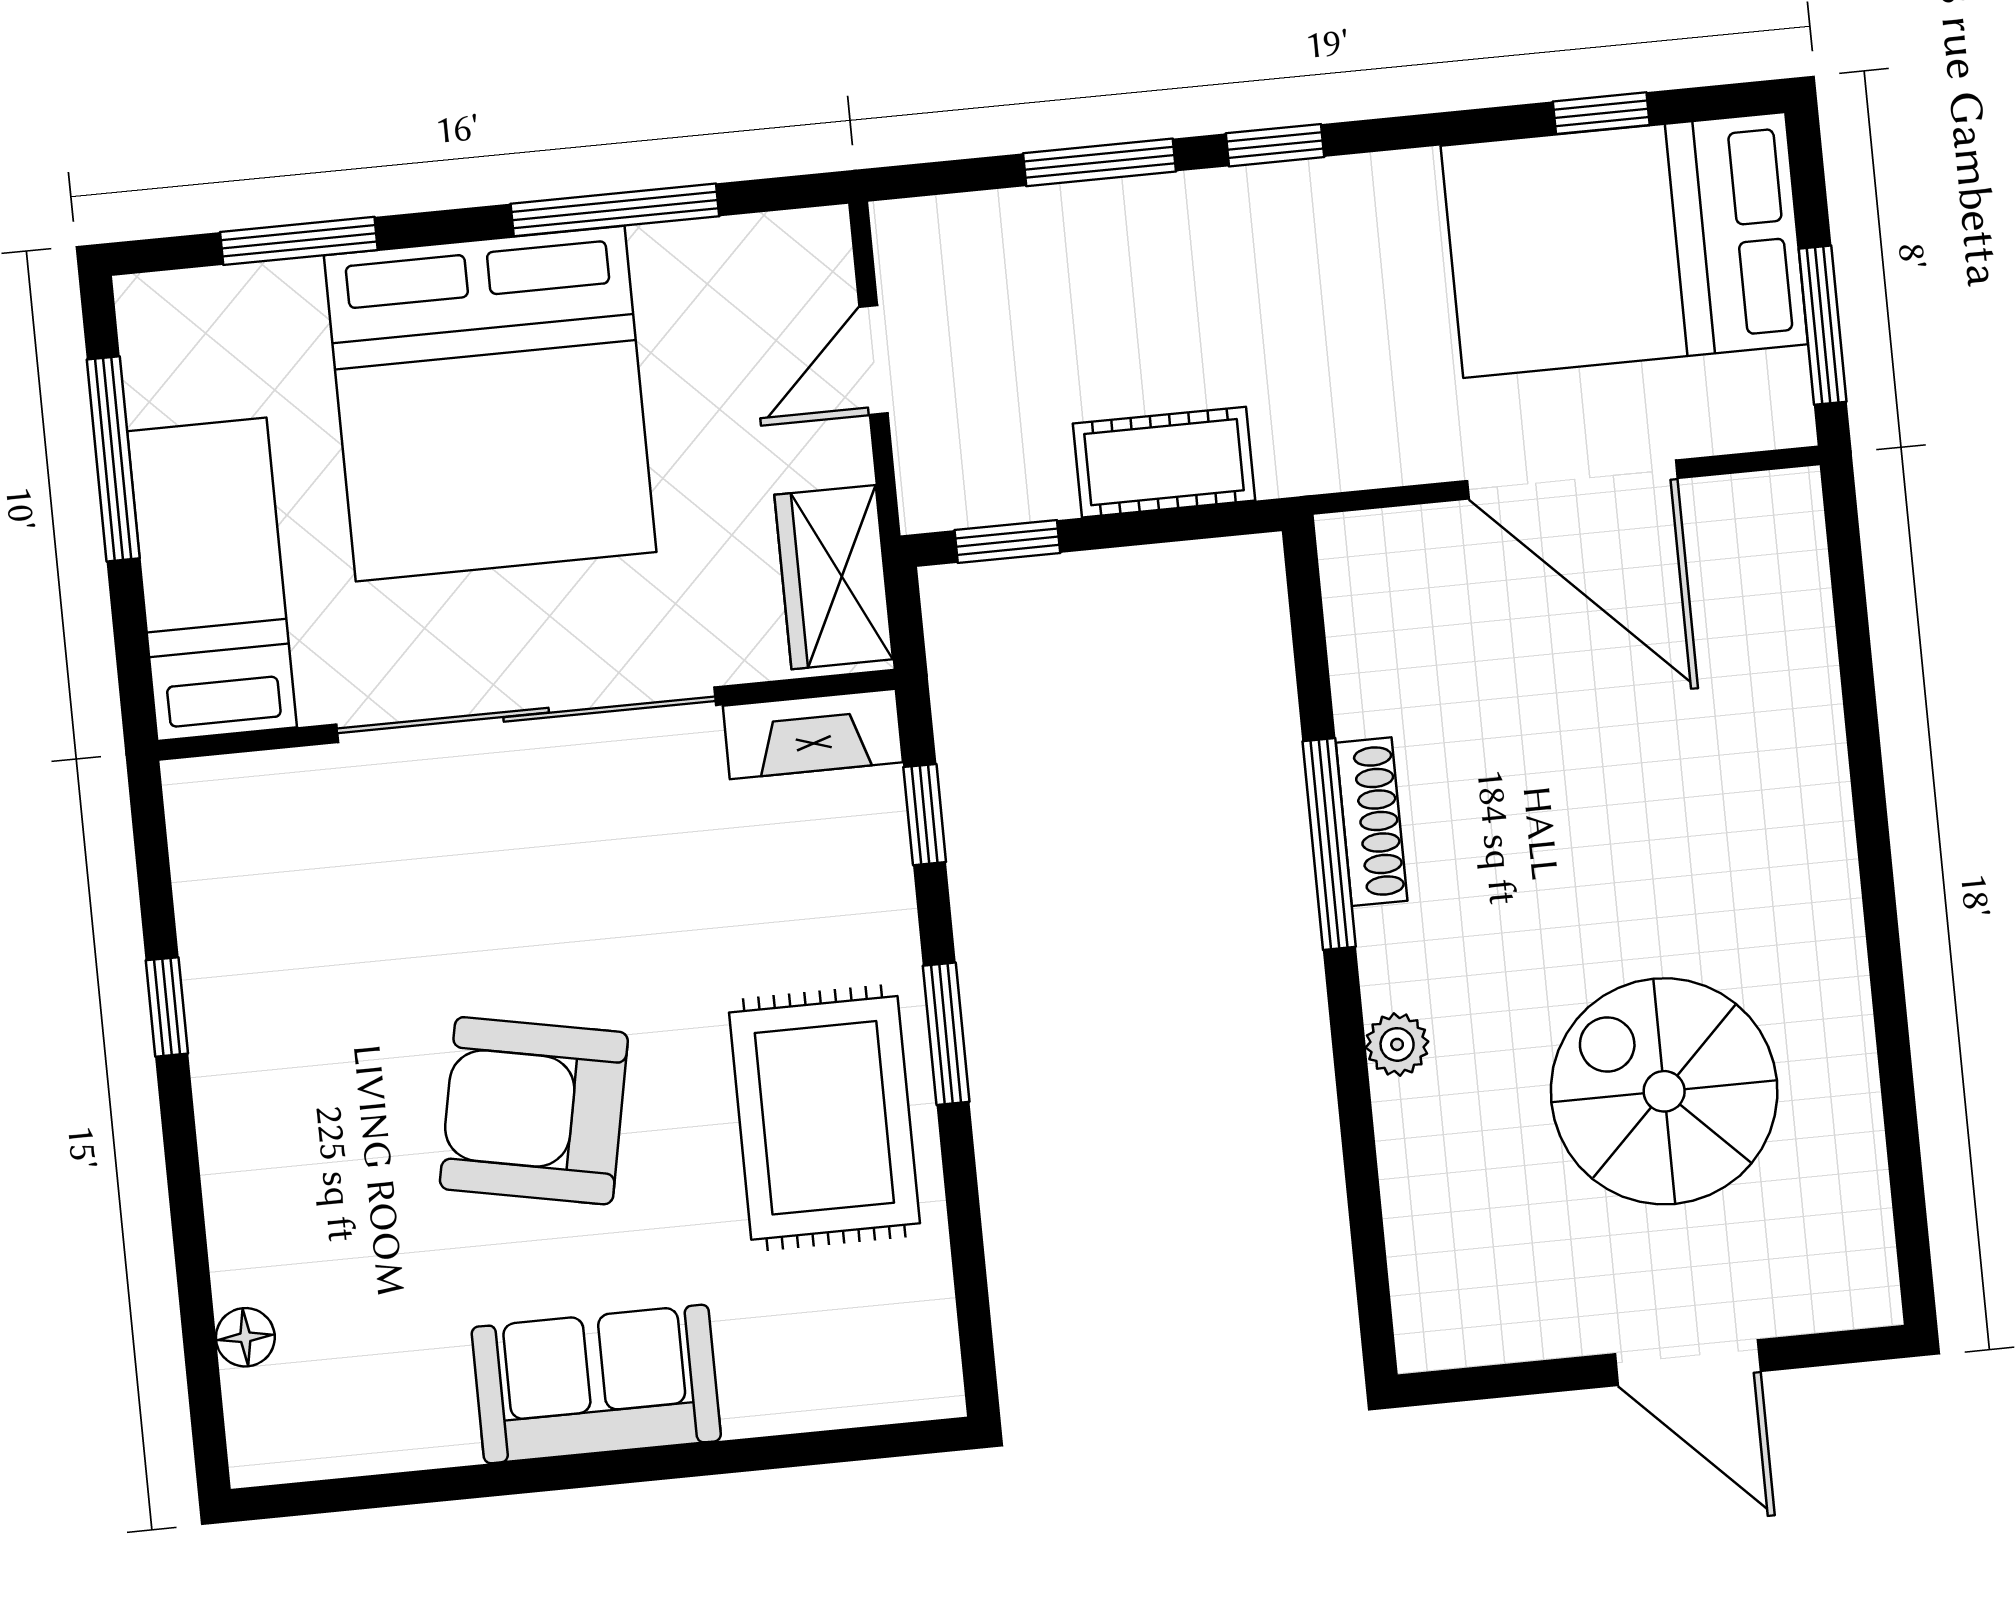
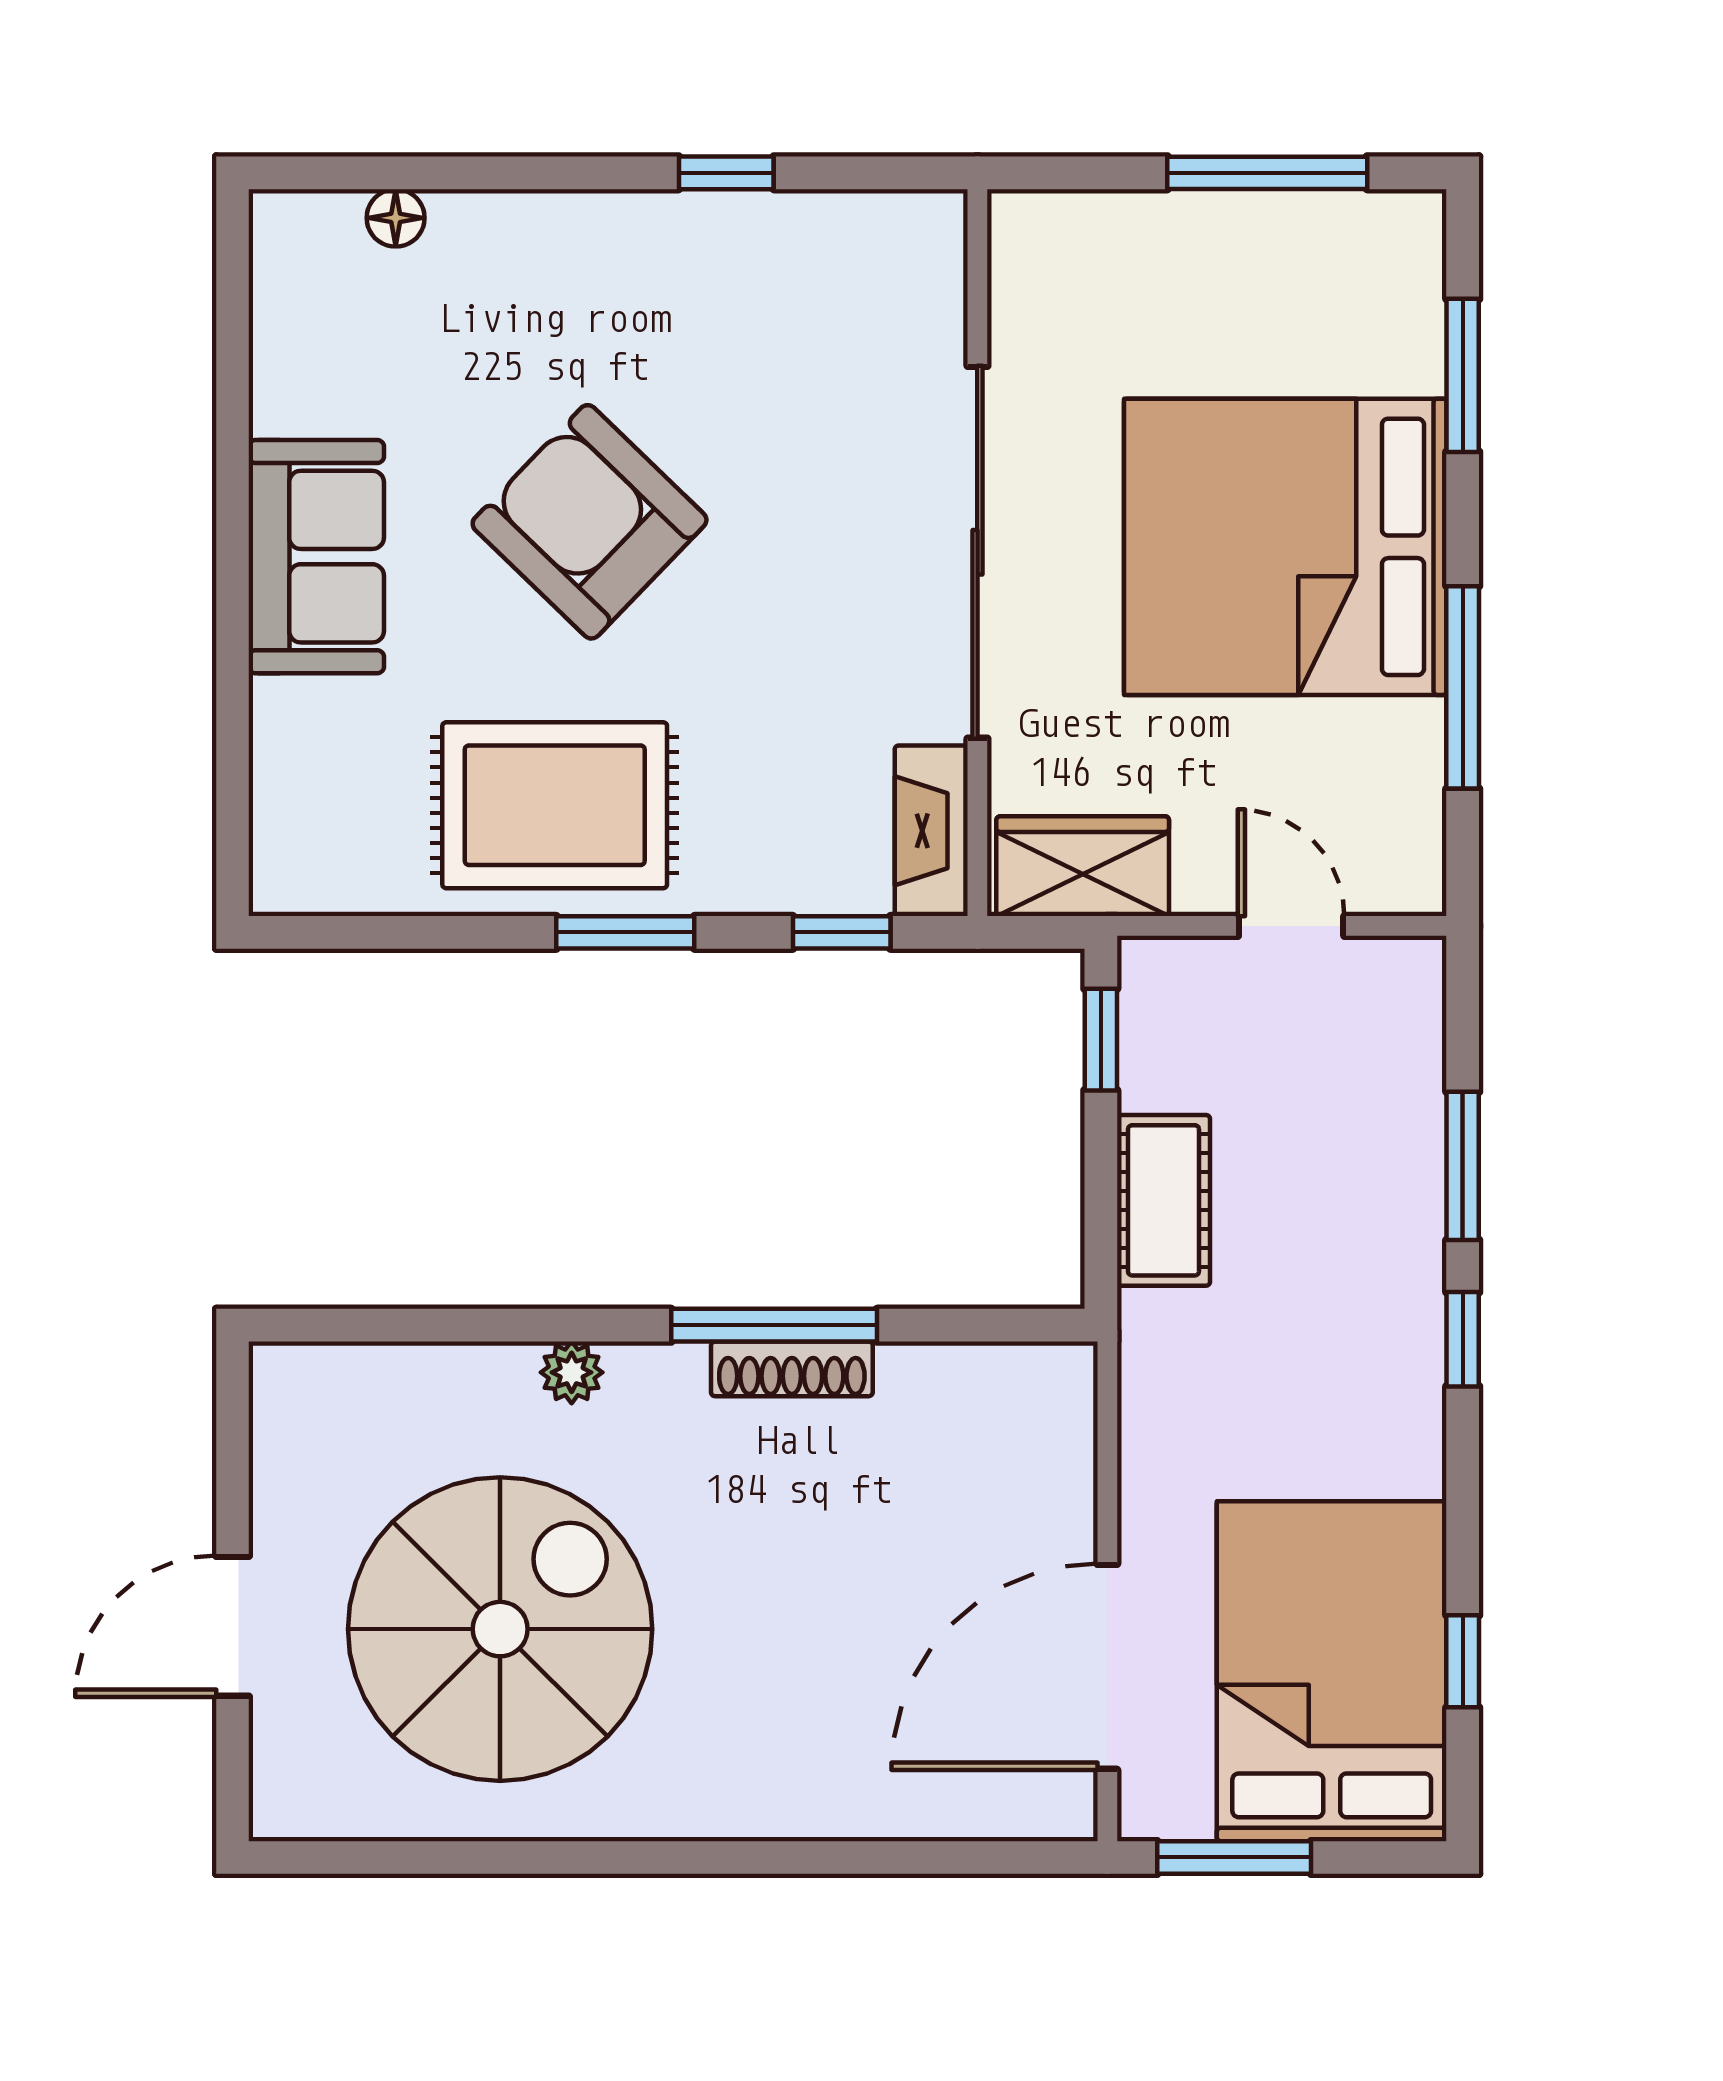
door: (1572, 479) -> (1107, 1667), moved
bed: (212, 579) -> (1140, 258), removed
spiral stairs: (1664, 1091) -> (500, 1629), width x1.37, depth x1.37
armchair: (534, 1111) -> (590, 522), turned -57

